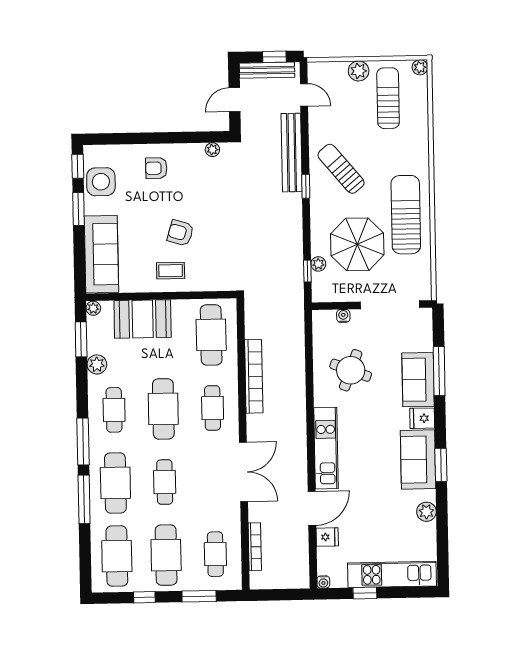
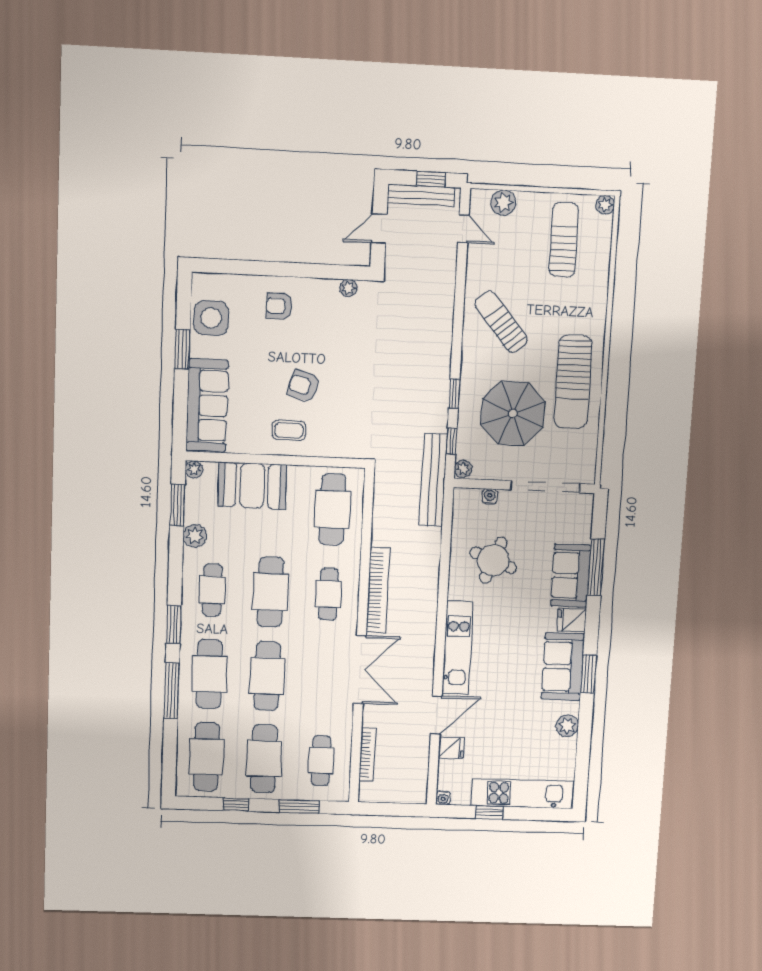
plant: (359, 71) -> (503, 203), moved
bench: (292, 153) -> (433, 480), moved
window: (78, 166) -> (184, 297), removed
window: (306, 186) -> (454, 394), moved
sun lounger: (406, 215) -> (573, 382), turned 180
plant: (318, 264) -> (463, 469), moved
bookcase: (254, 376) -> (378, 590), moved
window: (83, 442) -> (174, 624), width x0.69
cafe table: (165, 482) -> (267, 676), width x1.37, depth x1.35

